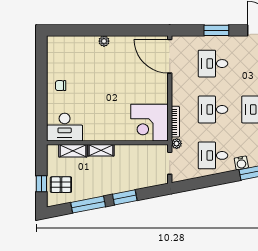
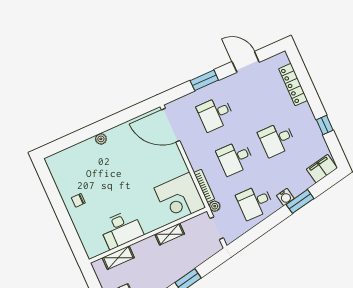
desk: (65, 127) -> (121, 229), moved
shelving: (101, 150) -> (170, 234), moved

